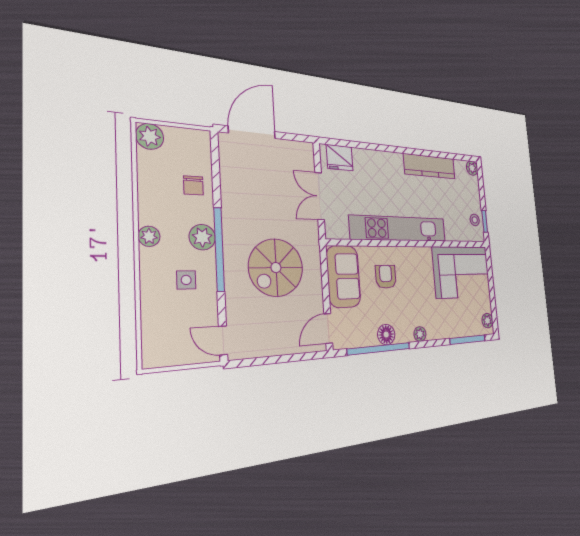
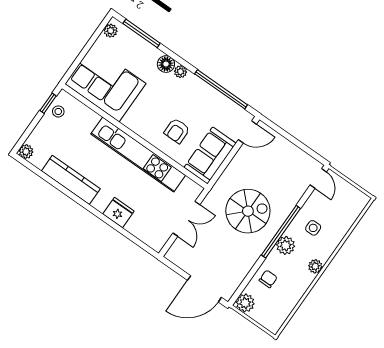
plant: (150, 136) -> (245, 303), moved
fridge: (340, 158) -> (118, 213), moved
spiral stairs: (276, 268) -> (248, 211), moved
floor lamp: (386, 335) -> (166, 64), moved

